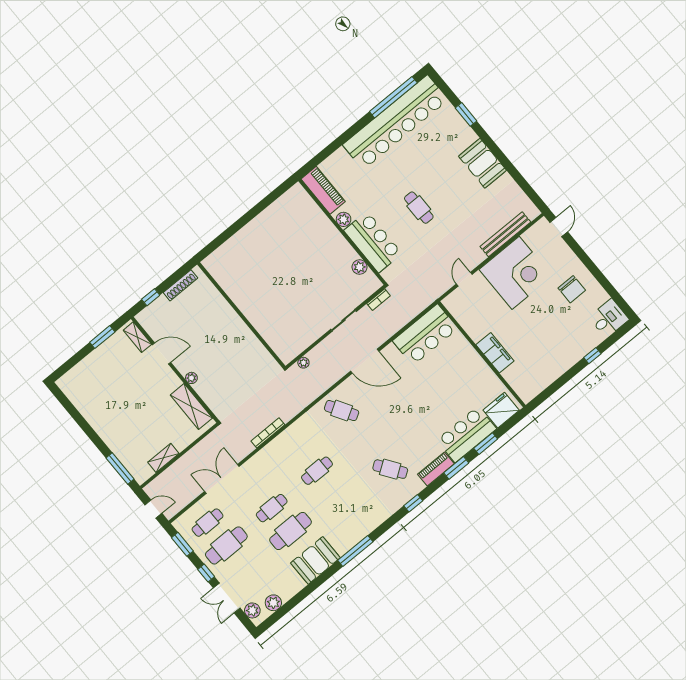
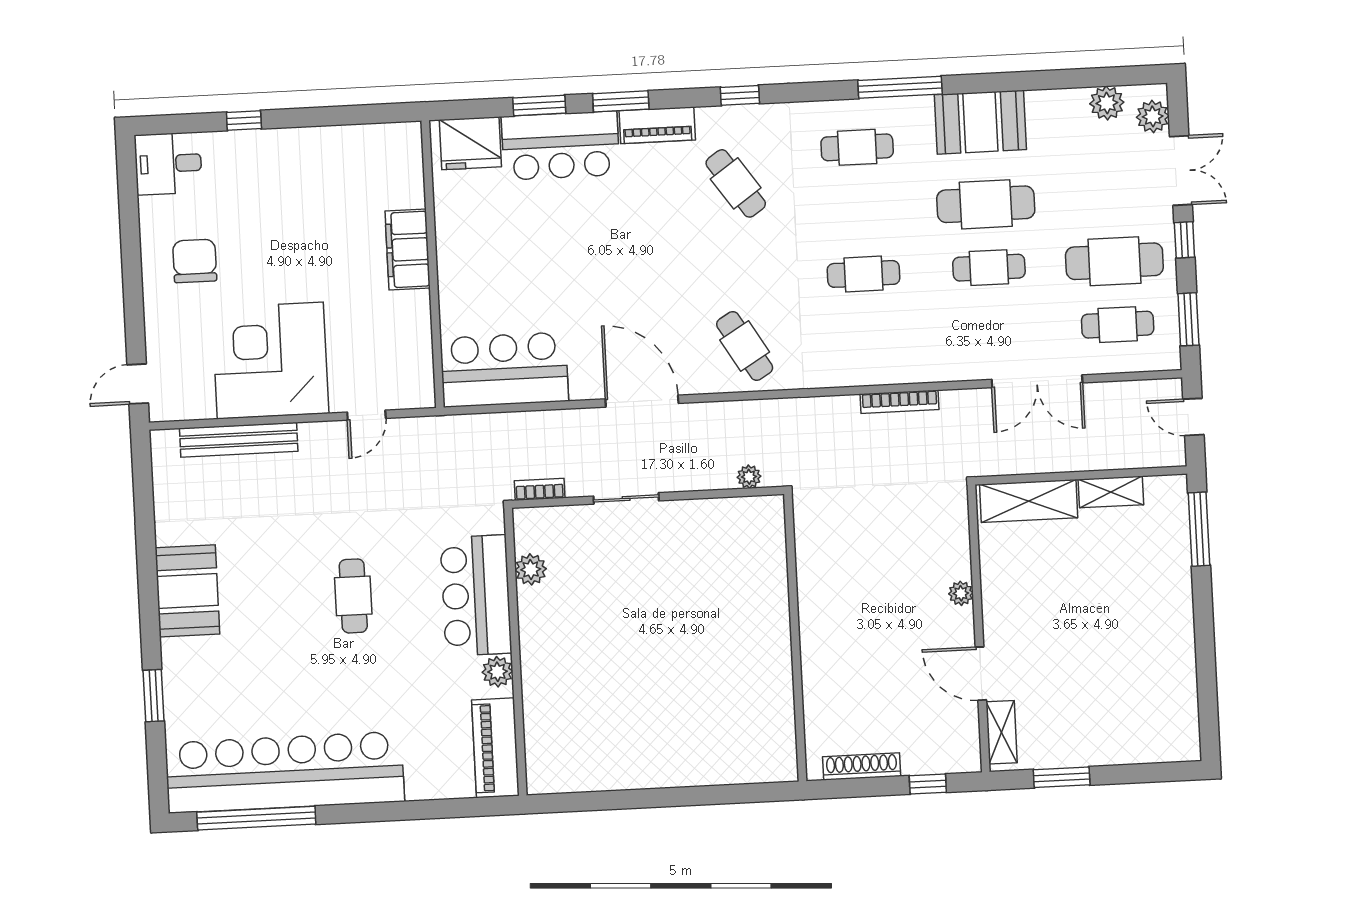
shelving: (191, 406) -> (1029, 501), moved, turned 90
cafe table: (355, 516) -> (857, 147), added

